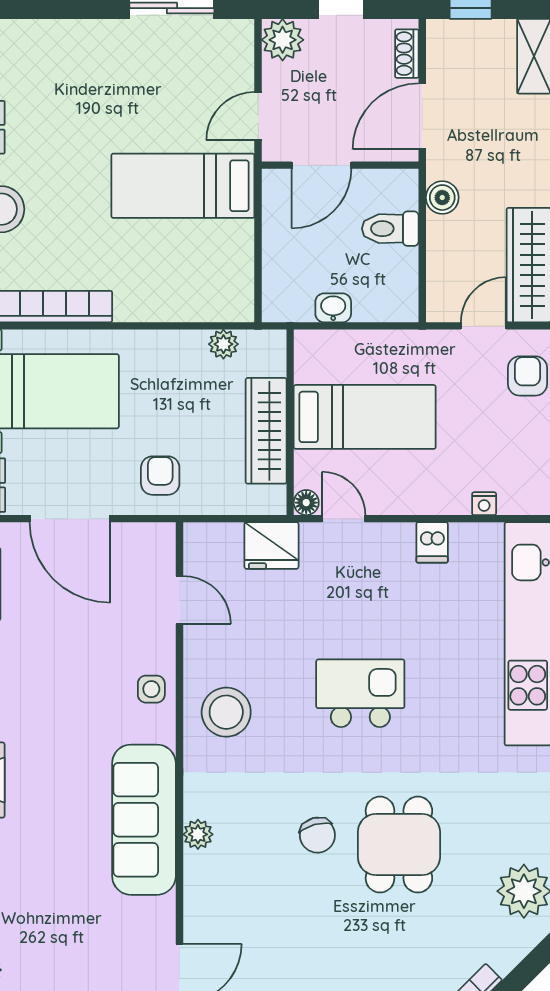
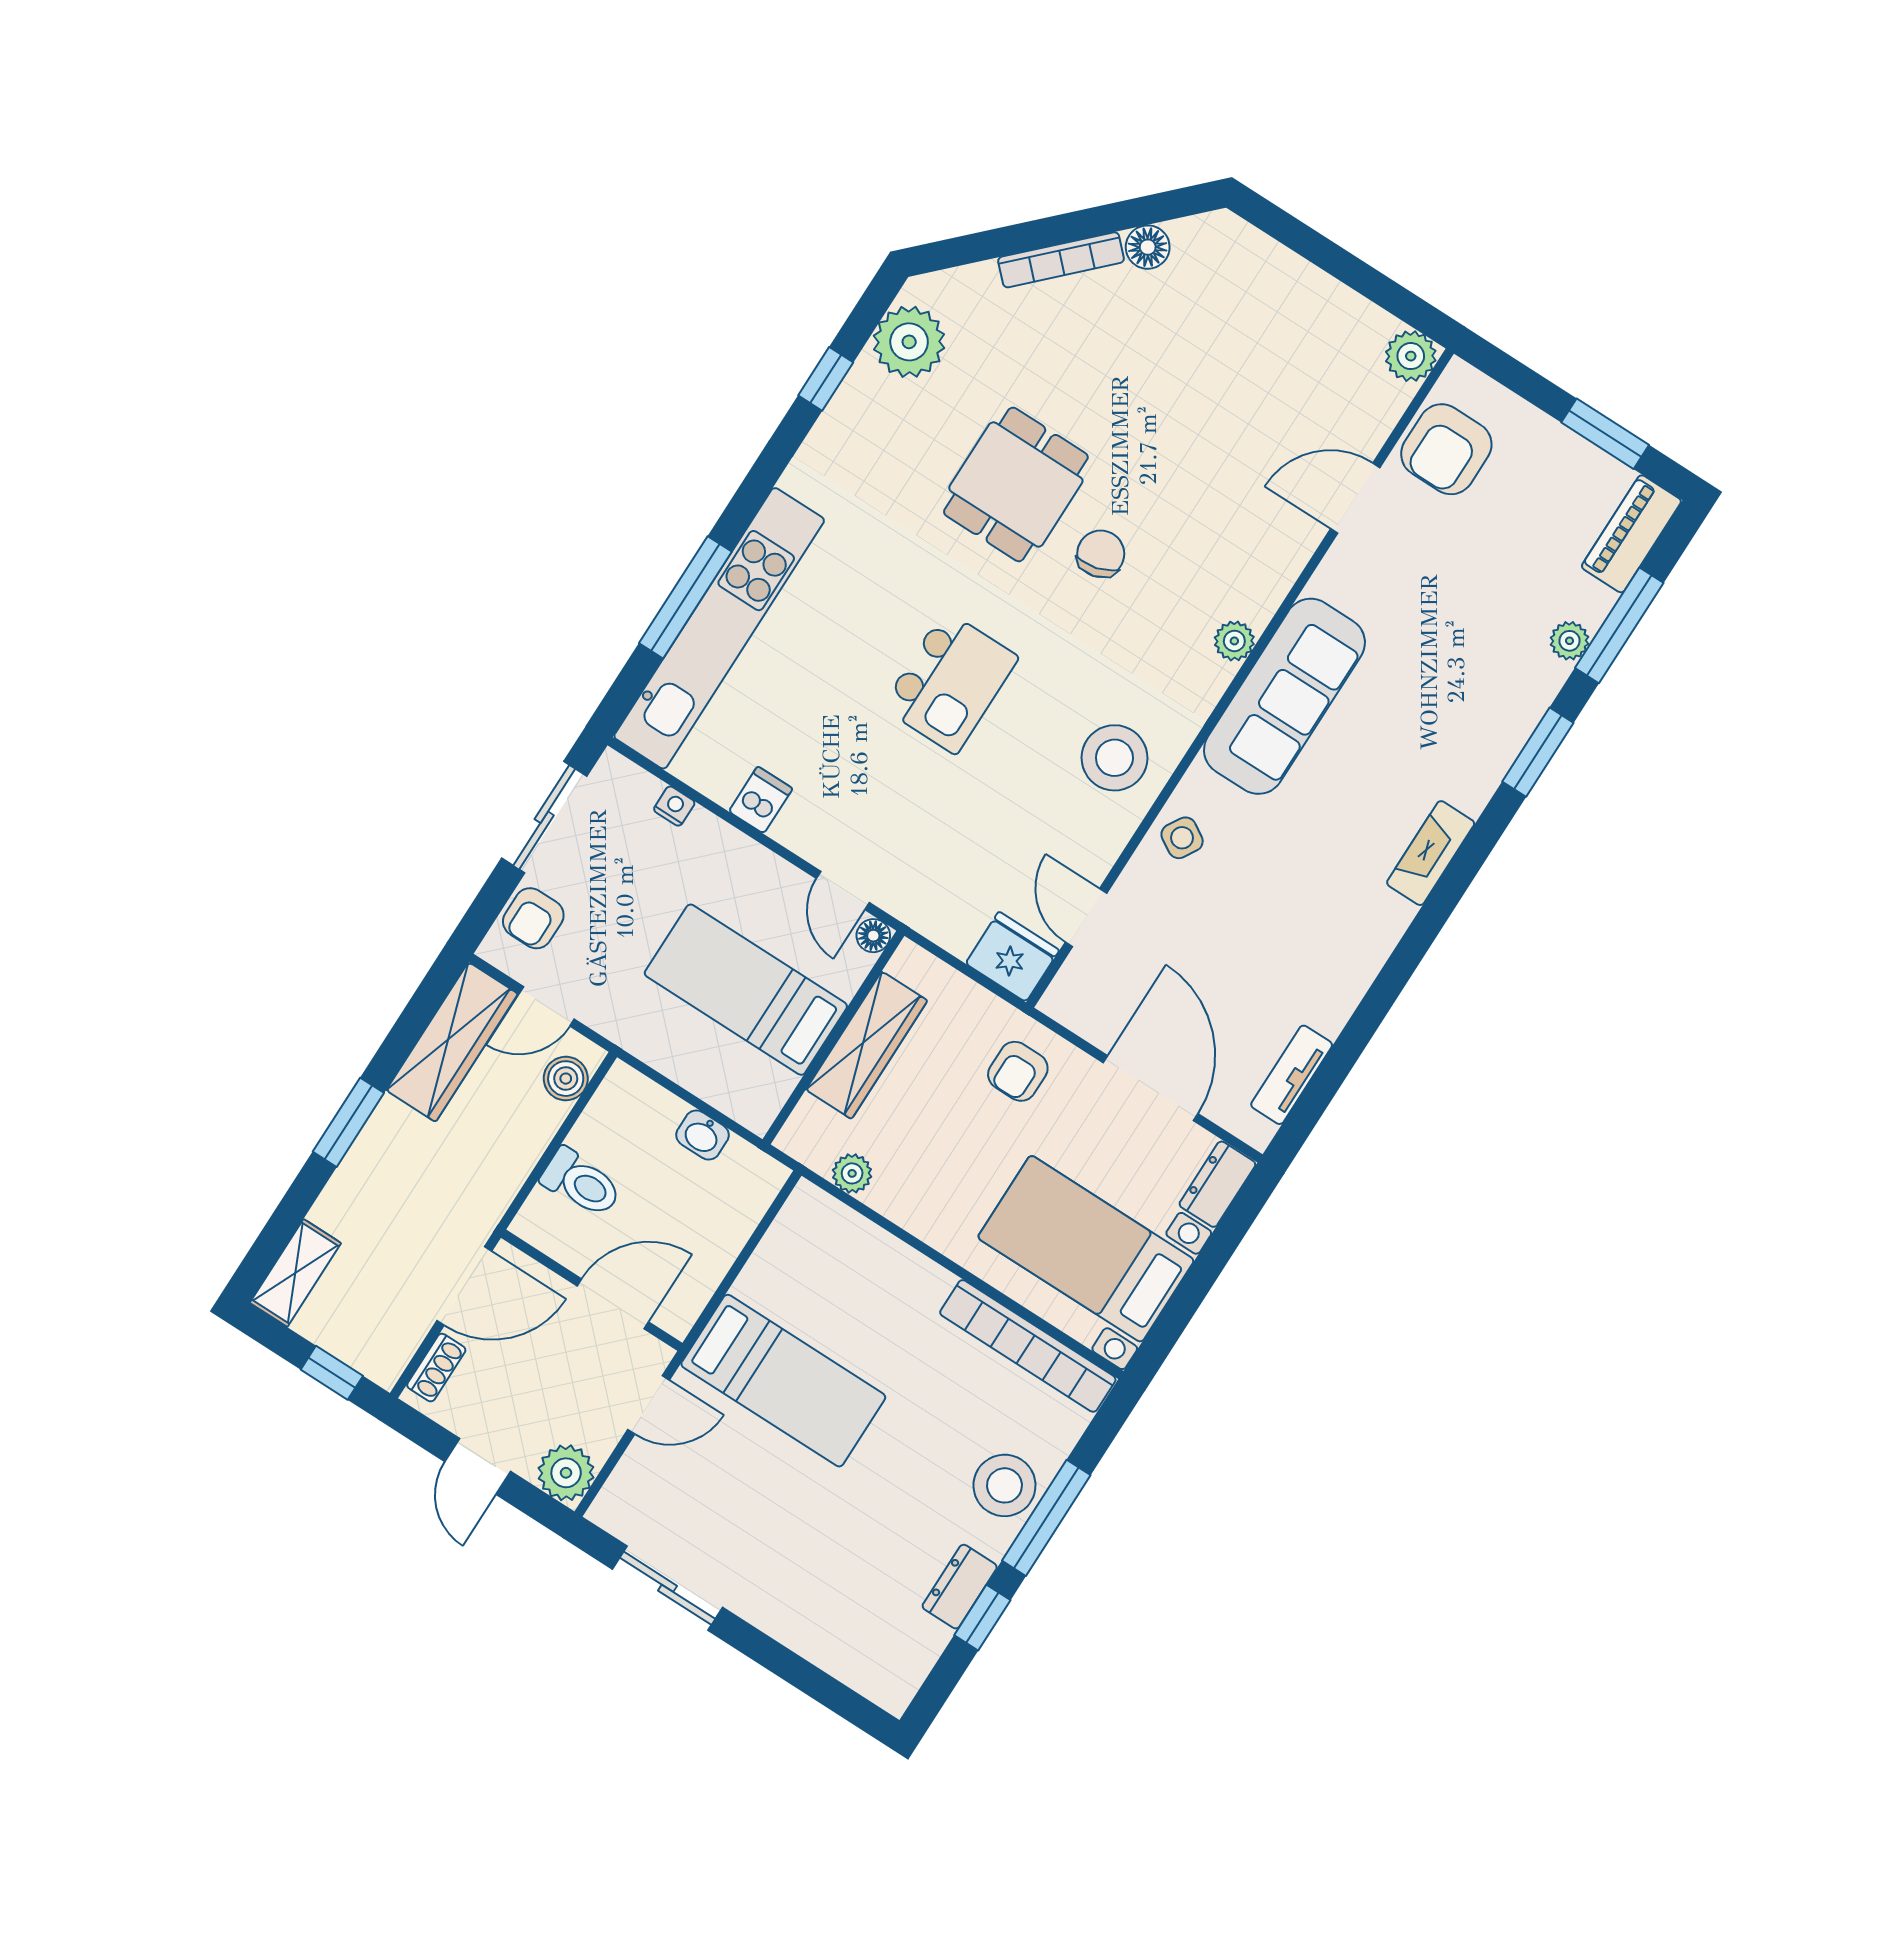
boiler: (442, 198) -> (566, 1079), moved
fridge: (271, 545) -> (1012, 957), moved
side table: (151, 689) -> (1182, 838), turned 31
kitchen island: (360, 693) -> (950, 682), turned -90

